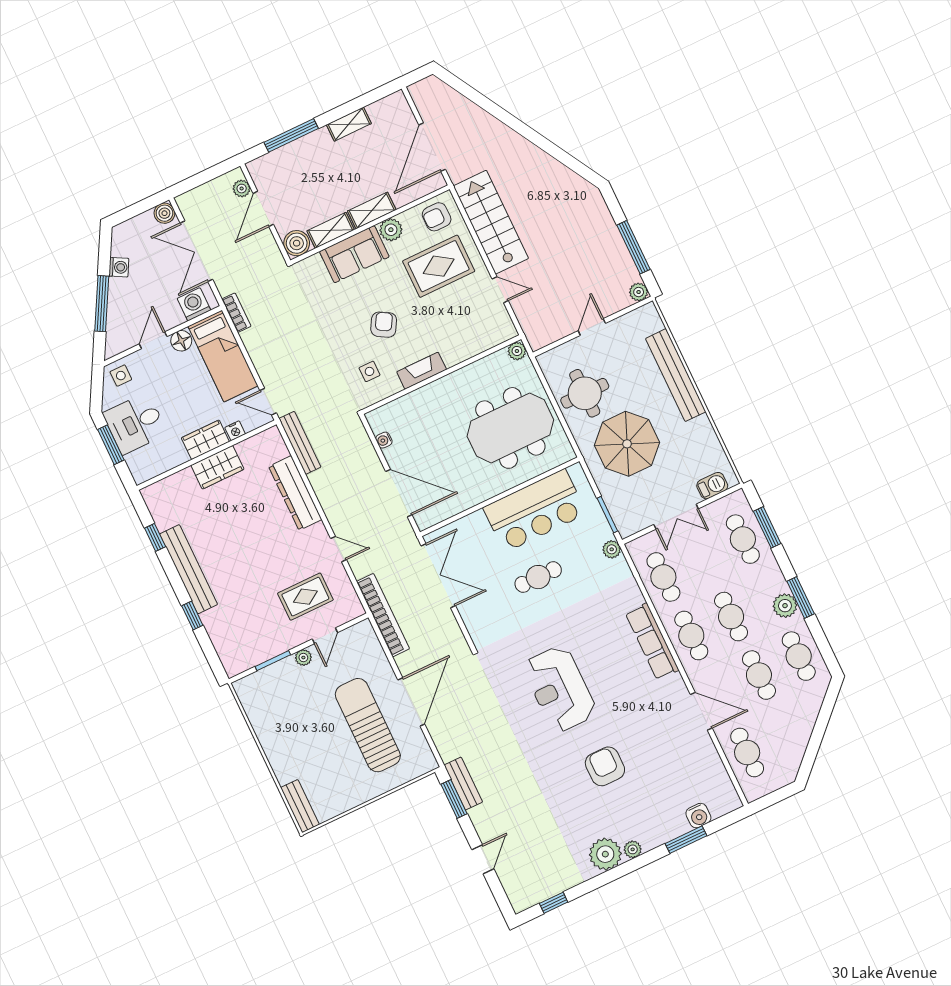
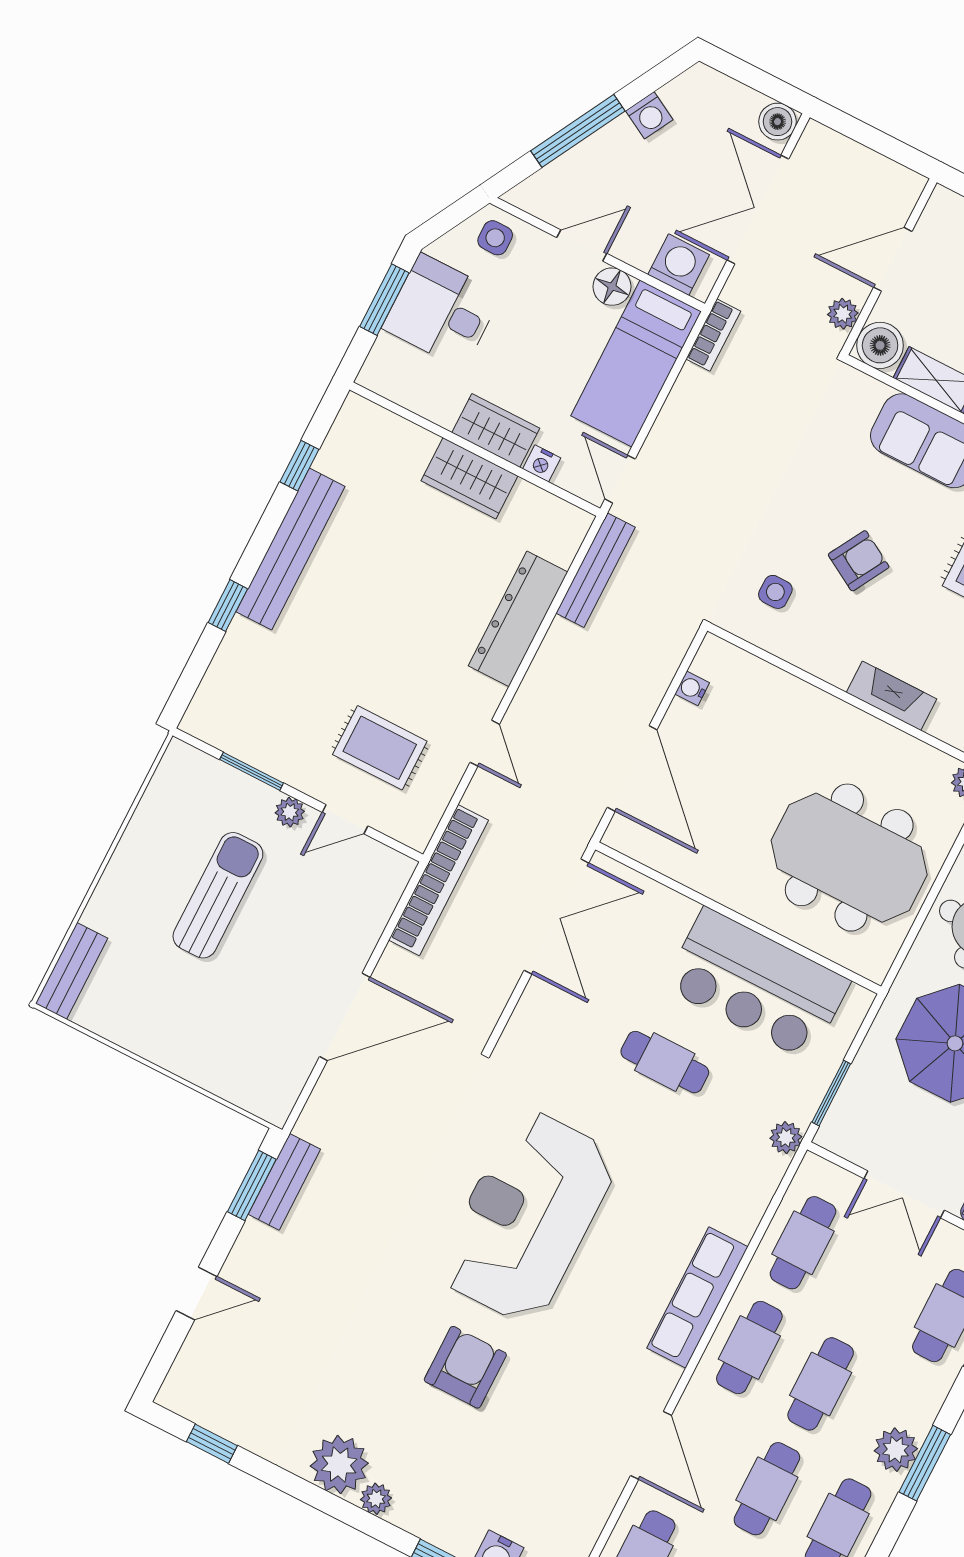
plant: (242, 189) -> (843, 314), moved
fireplace: (422, 371) -> (892, 696), moved
reception desk: (560, 689) -> (527, 1216), width x1.36, depth x1.30
sun lounger: (368, 725) -> (218, 895), moved, width x0.73, depth x0.75

